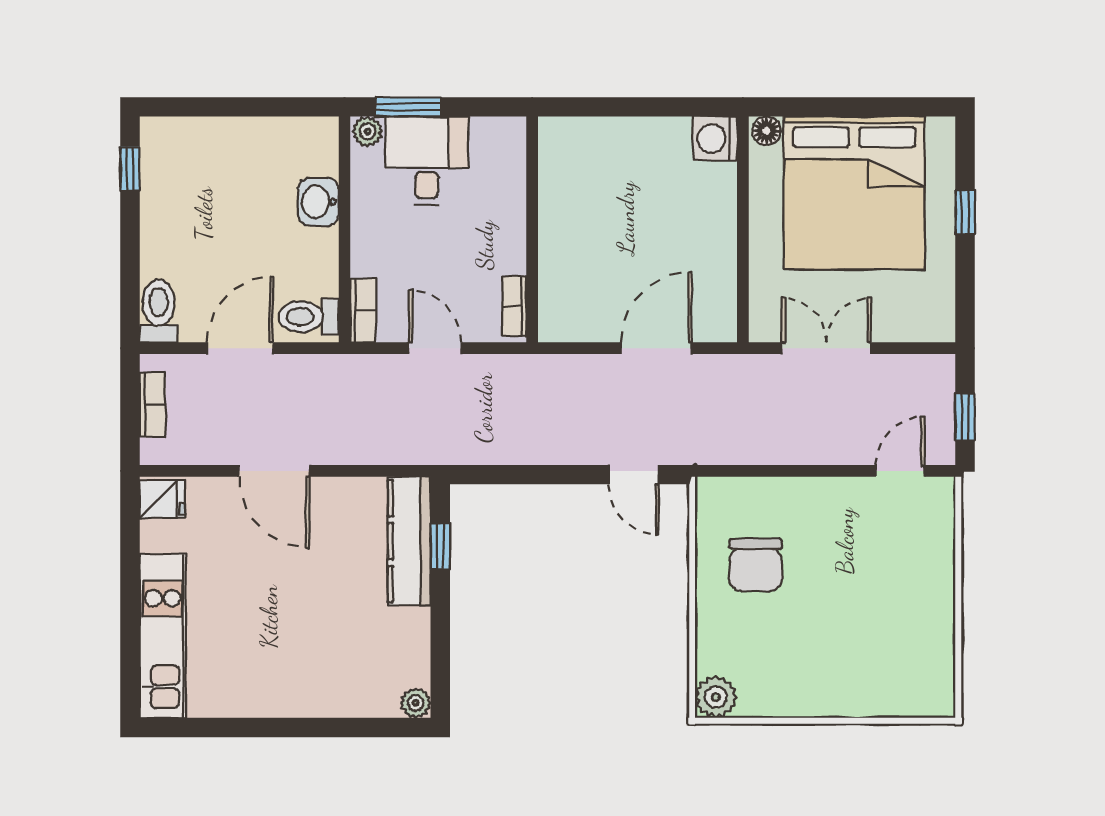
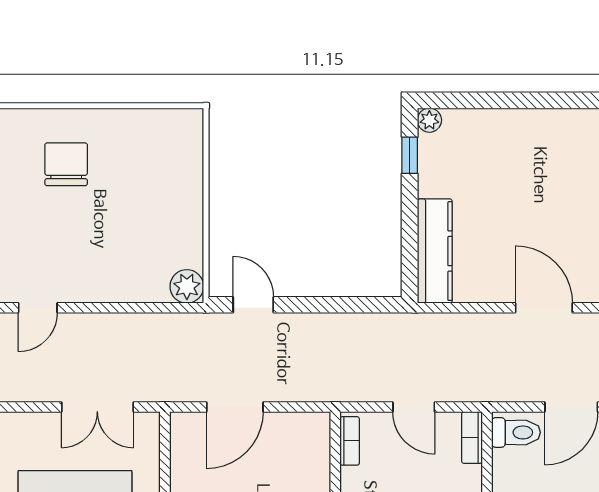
window: (440, 547) -> (410, 155), moved
chair: (756, 565) -> (66, 164), moved
plant: (716, 697) -> (187, 286), moved

